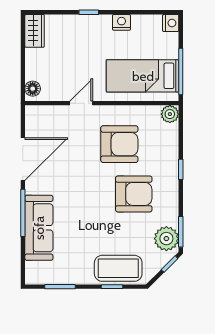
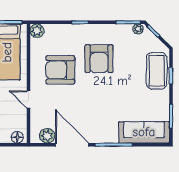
plant: (35, 127) -> (47, 136), added
armchair: (119, 144) -> (60, 70), turned -90
armchair: (134, 194) -> (99, 59), turned 180
sofa: (39, 228) -> (144, 132), moved
plant: (166, 239) -> (138, 29), width x0.53, depth x0.53

